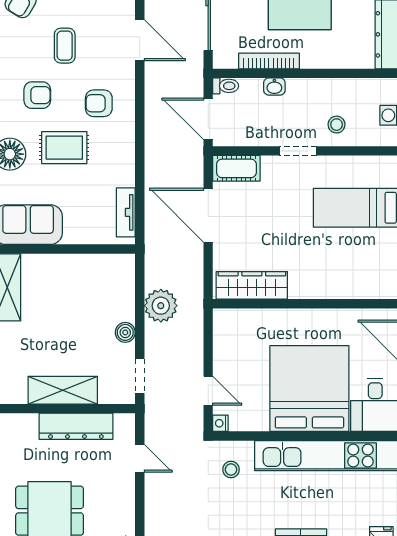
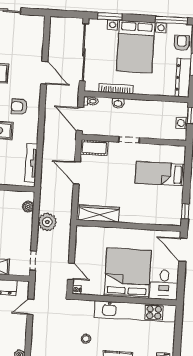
stool: (337, 125) -> (152, 126), removed
tv unit: (126, 212) -> (31, 163), width x1.41
door: (208, 215) -> (77, 173), width x0.73
boiler: (125, 332) -> (28, 206), moved
door: (140, 458) -> (30, 307), swing flipped
stool: (231, 470) -> (86, 339), moved

